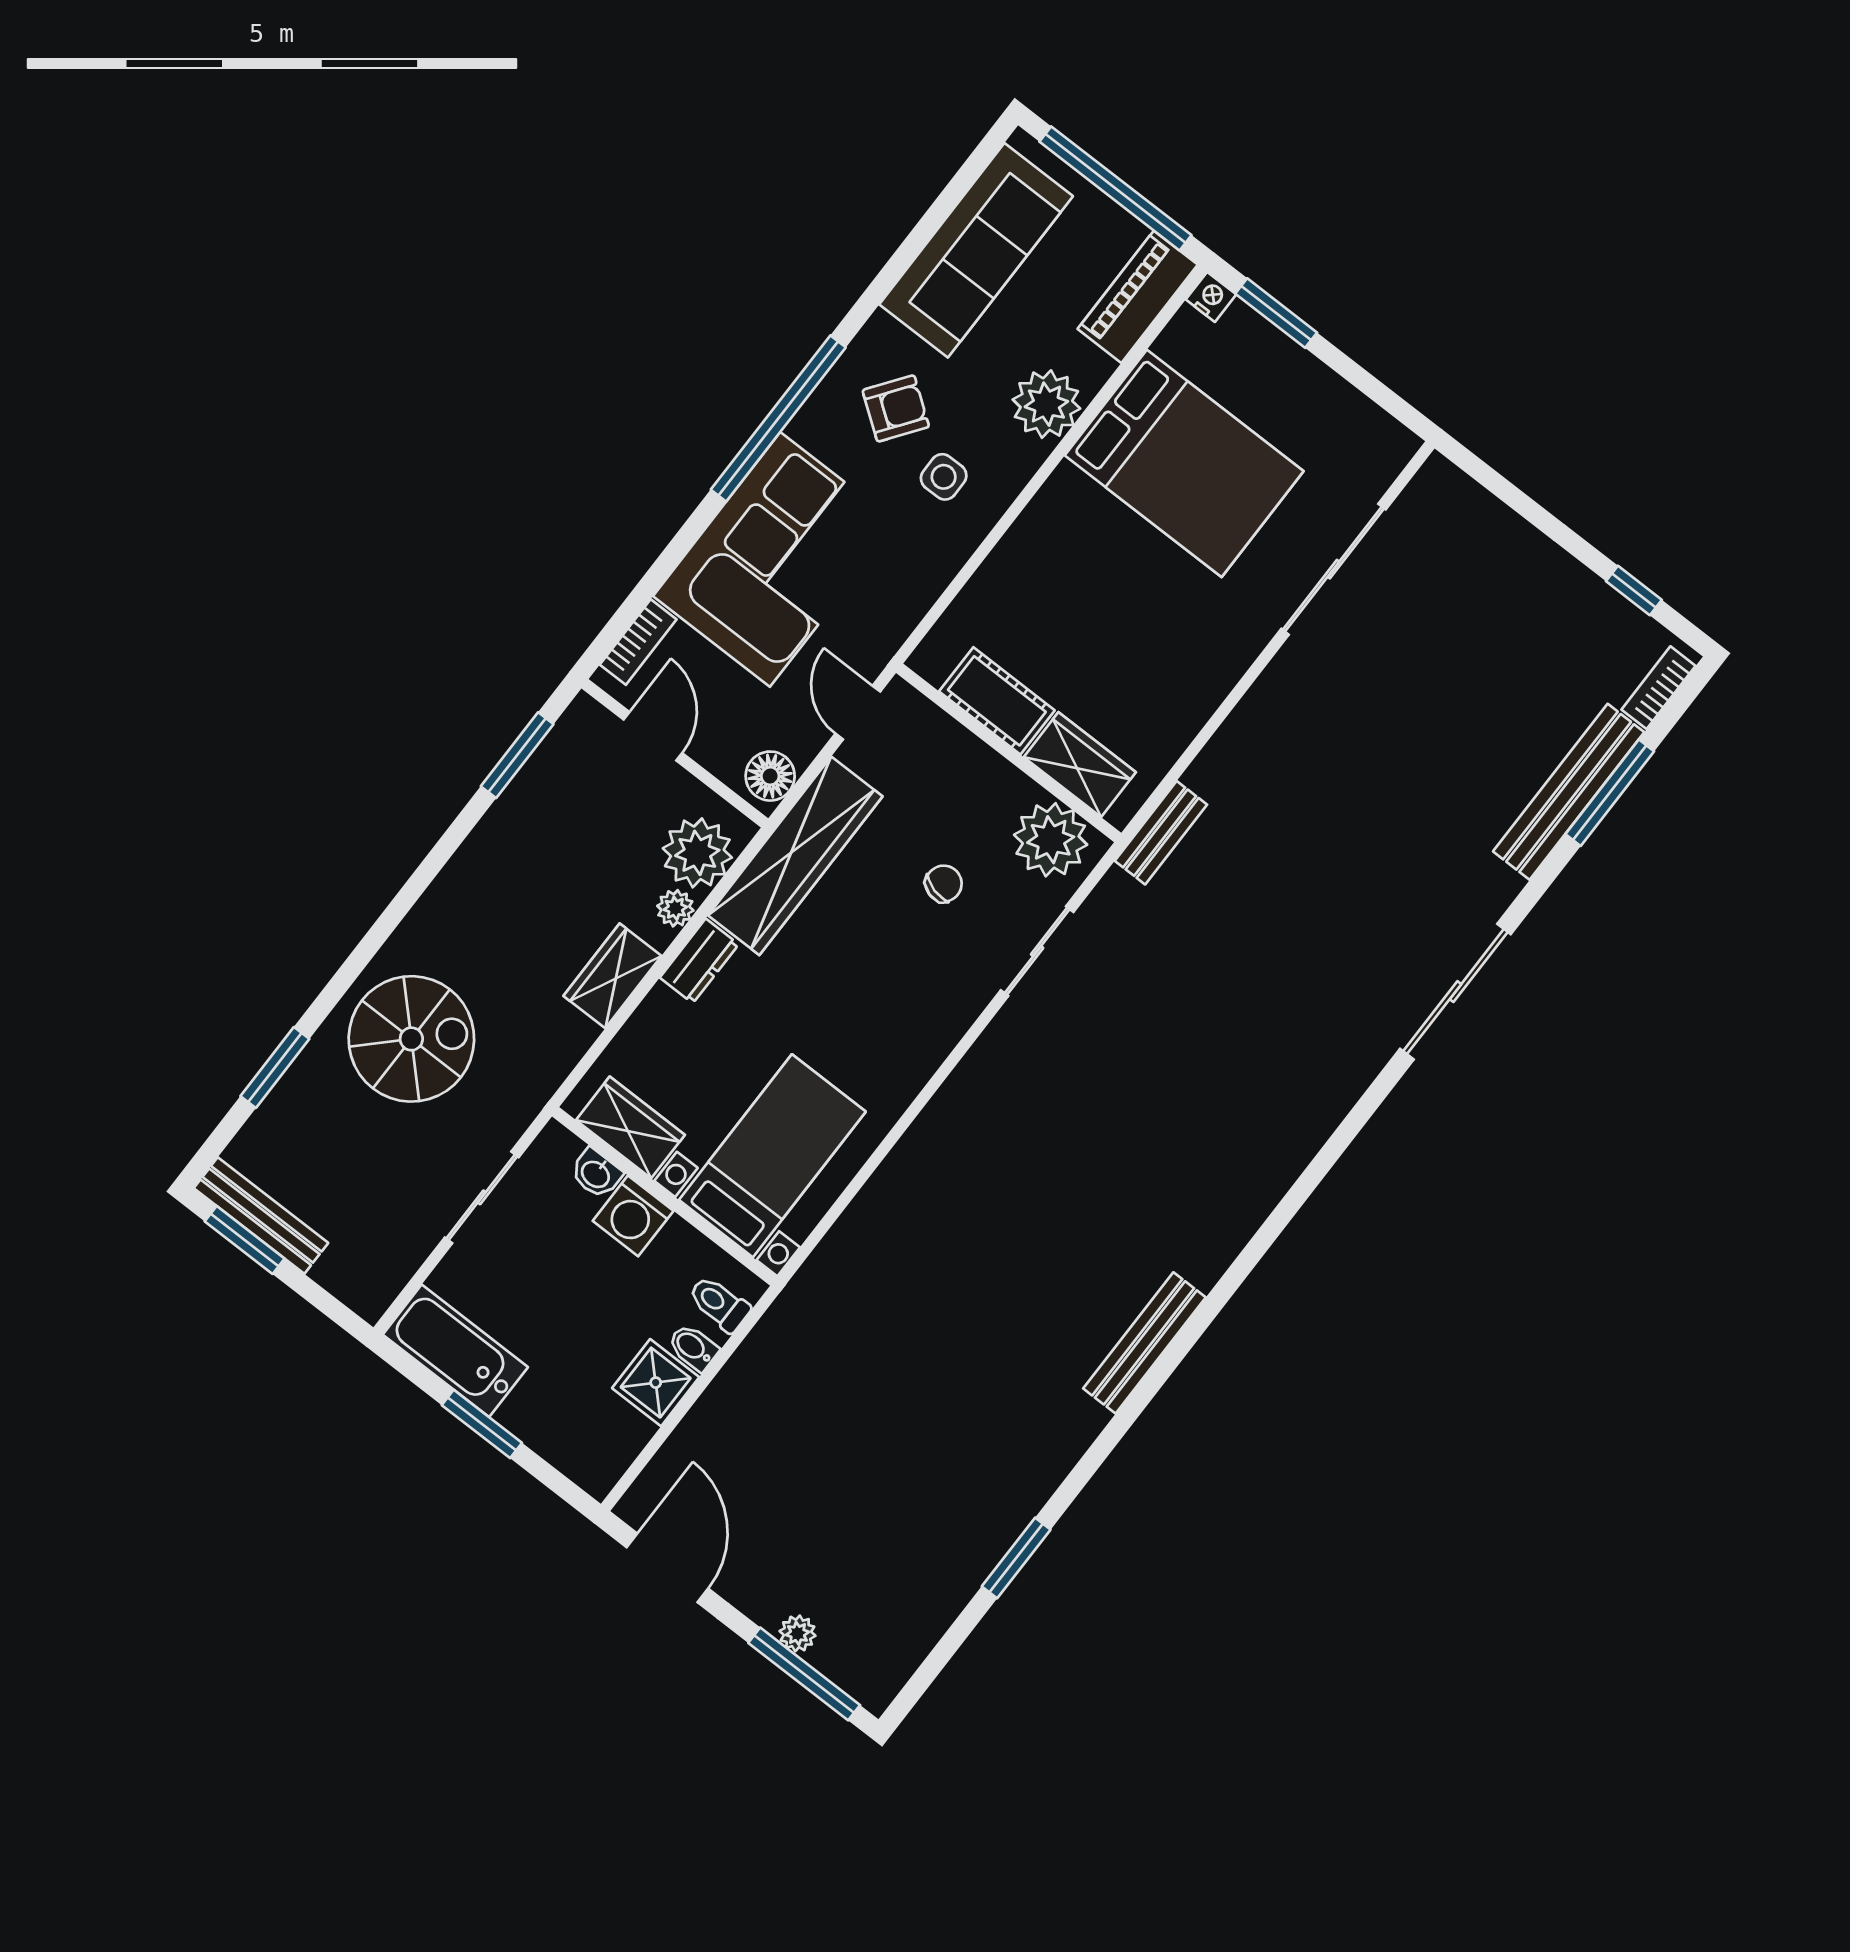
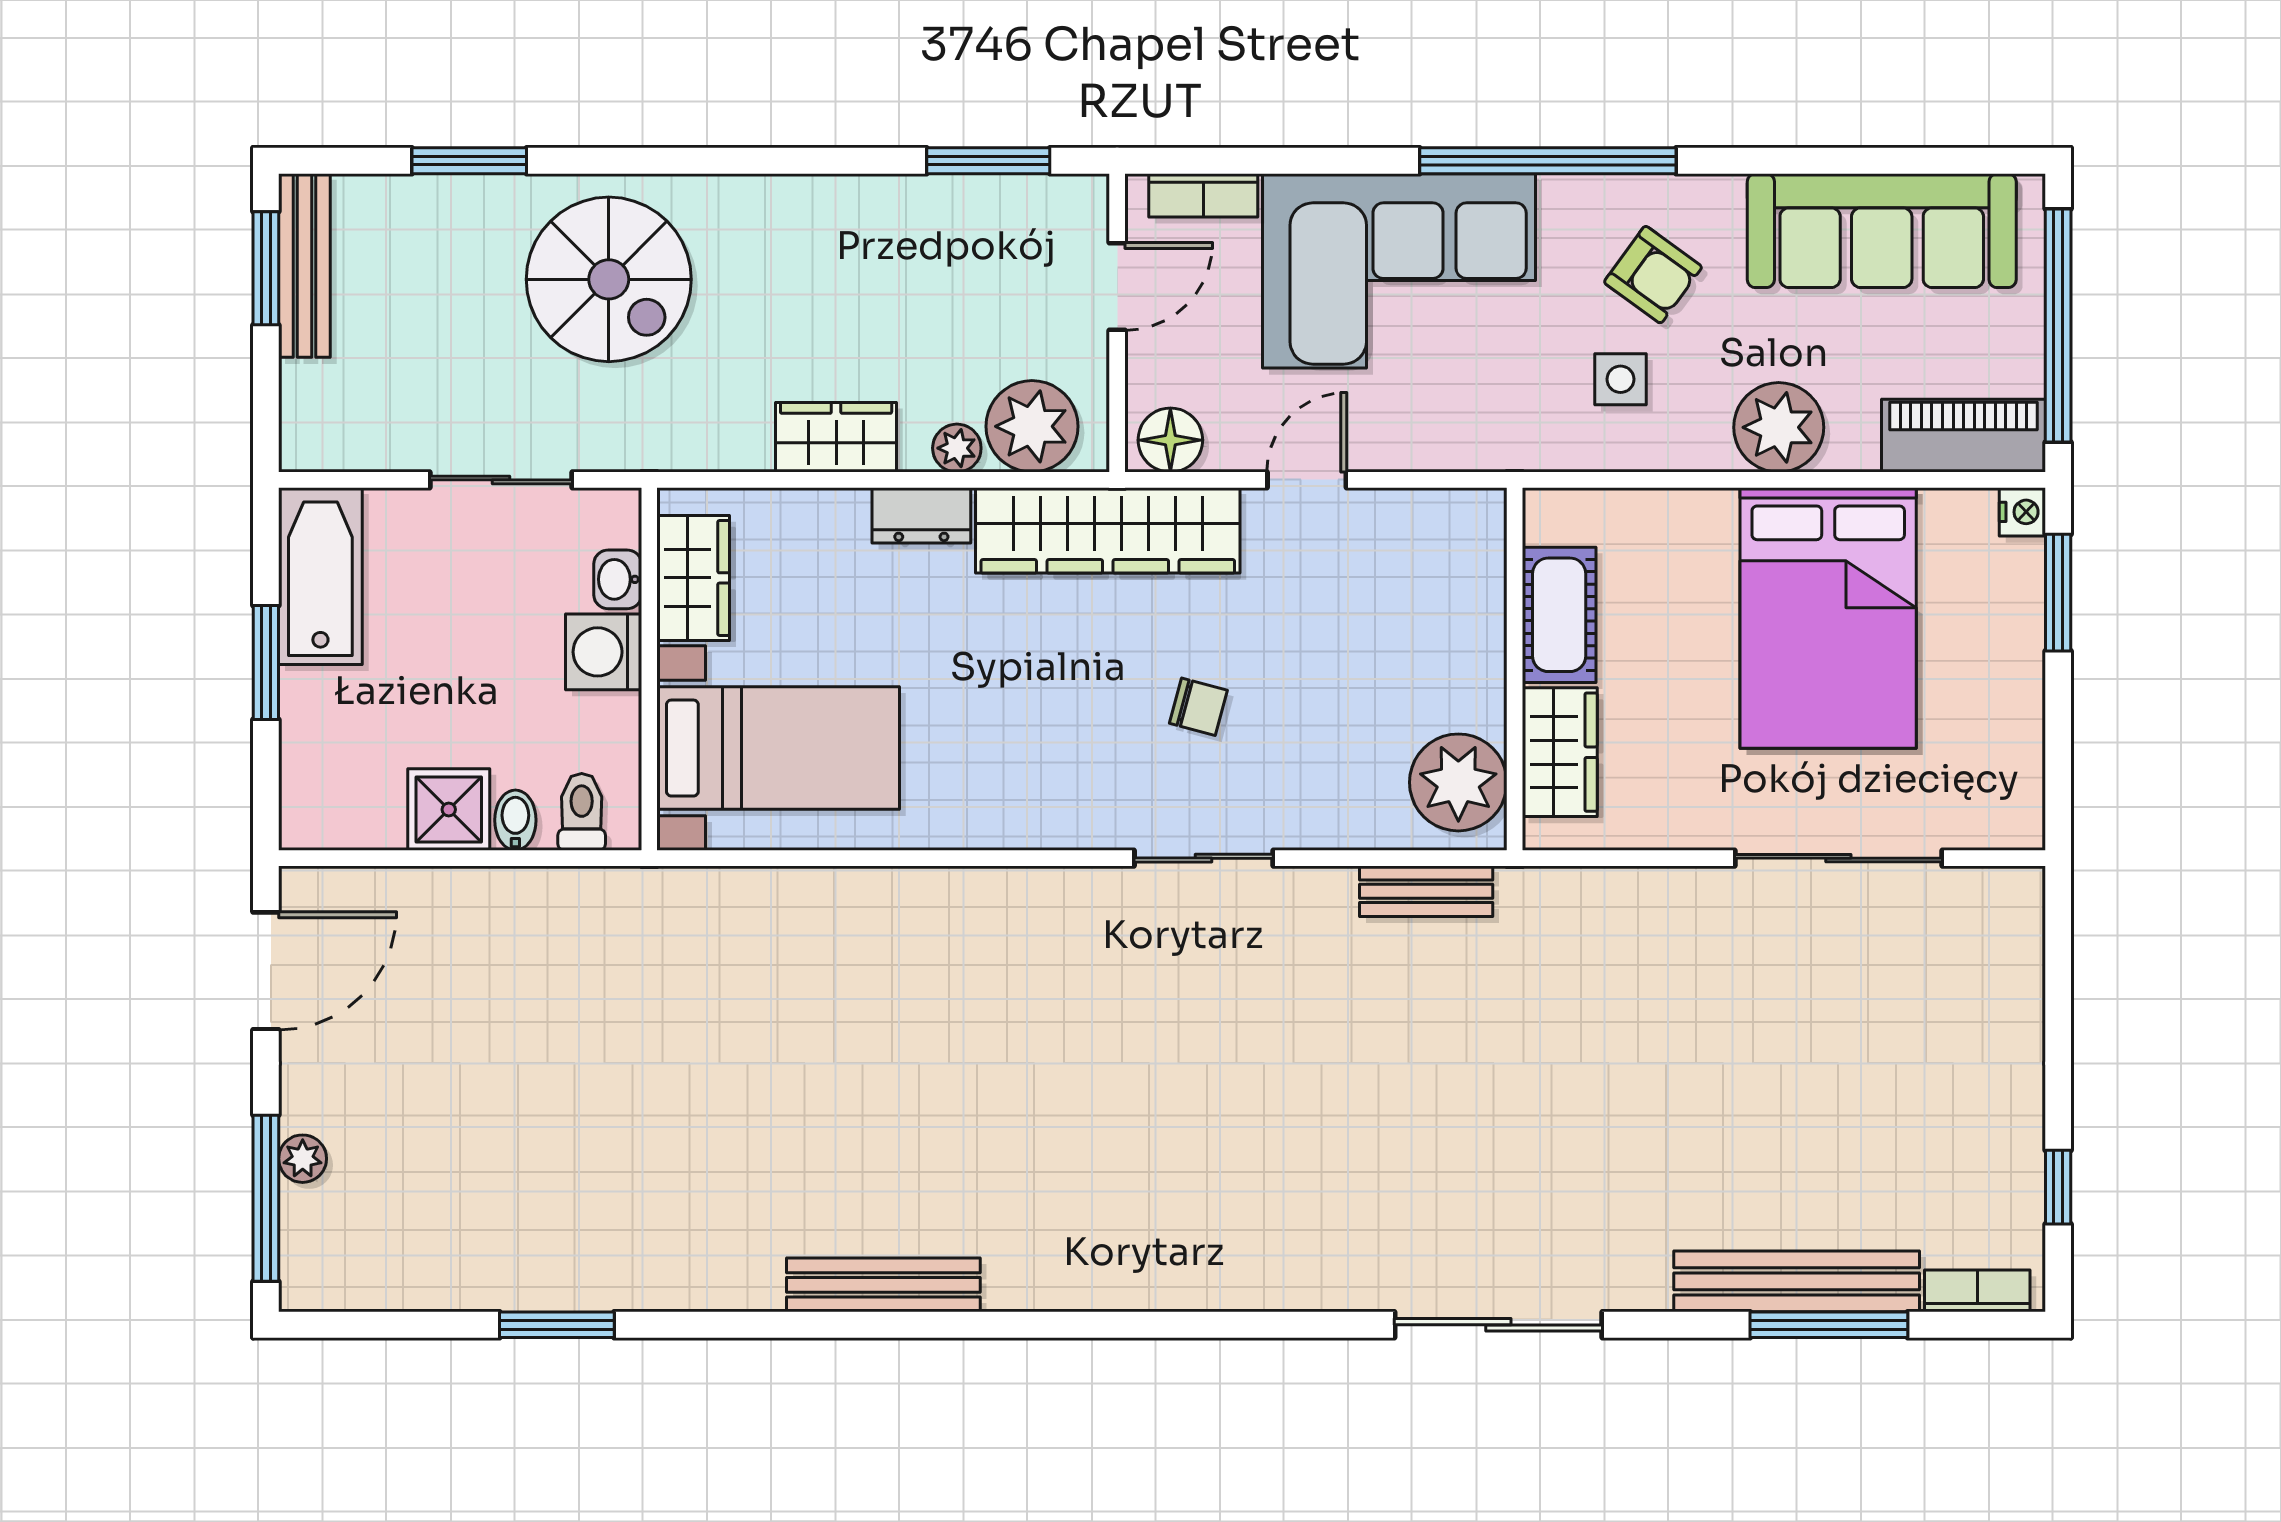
cot: (997, 701) -> (1559, 615), moved
wall: (1009, 753) -> (1515, 669), moved
wardrobe: (1080, 765) -> (1560, 752), moved
plant: (1051, 840) -> (1458, 782), moved

